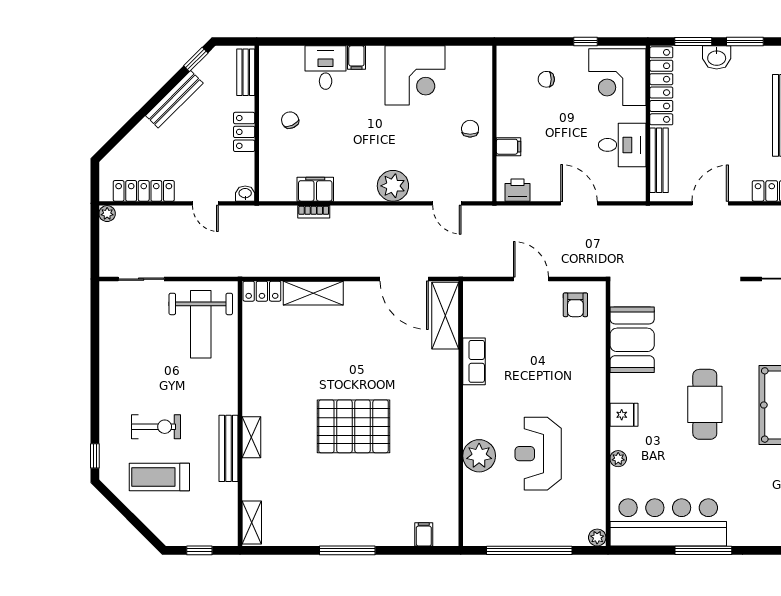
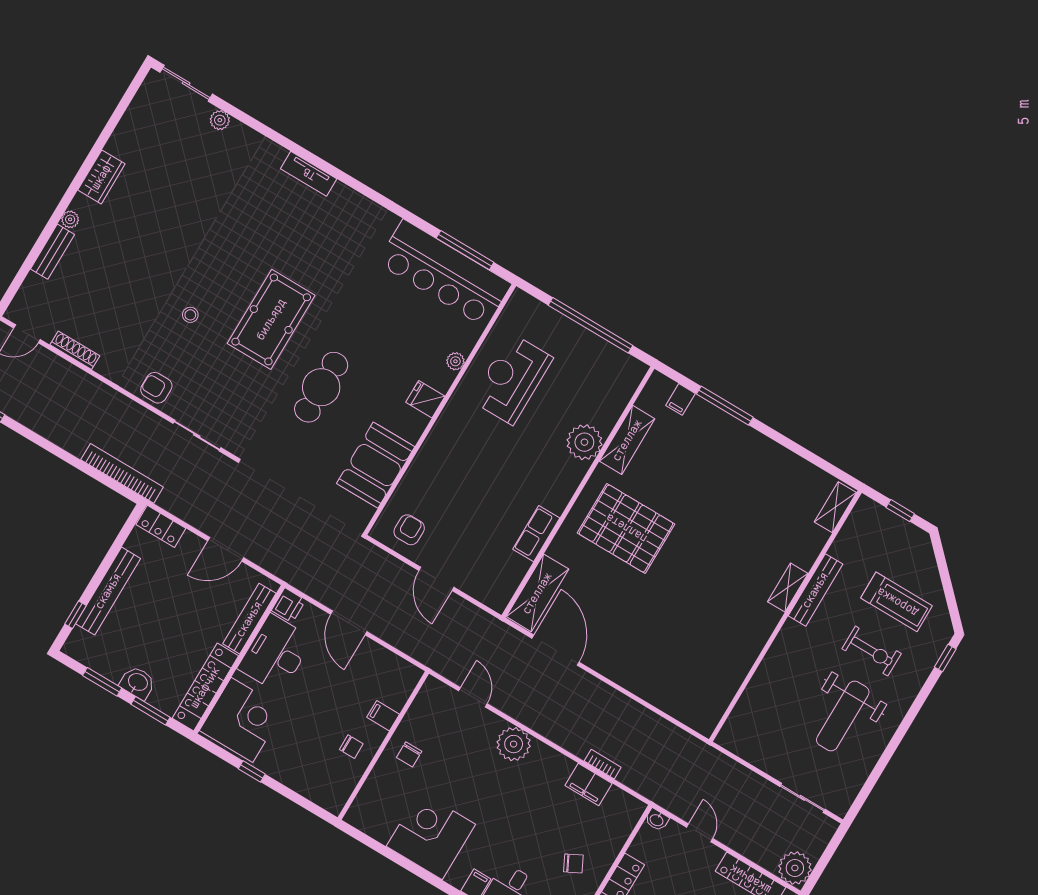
chair: (546, 79) -> (351, 747), moved
chair: (290, 120) -> (573, 863), turned -92
desk: (622, 145) -> (275, 654), width x1.37
printer: (518, 190) -> (289, 605), moved, turned -90
plant: (107, 214) -> (795, 868), width x1.88, depth x1.88
locker: (262, 291) -> (696, 719), removed
shelving: (313, 293) -> (627, 440), moved, turned 90
weight bench: (201, 324) -> (843, 716), moved, turned 180
cafe table: (705, 404) -> (321, 387), moved
pallet: (353, 426) -> (626, 528), moved
exercise bike: (156, 427) -> (872, 651), turned 180
reception desk: (538, 454) -> (512, 379), moved, turned 180
plant: (597, 538) -> (519, 299), removed
window: (347, 550) -> (725, 406), moved
window: (703, 550) -> (465, 250), moved

